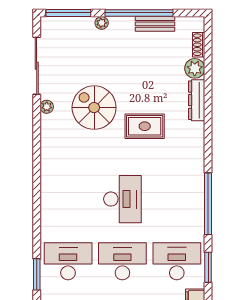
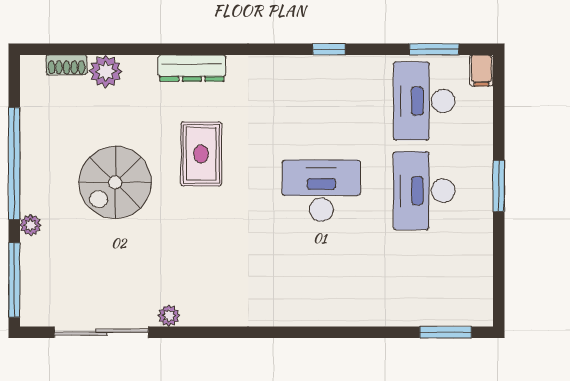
bench: (155, 24) -> (32, 137), removed
dresser: (197, 100) -> (192, 68), moved
spiral stairs: (94, 108) -> (115, 182), moved
window: (208, 204) -> (329, 49), width x0.32
desk: (68, 261) -> (424, 280), removed

